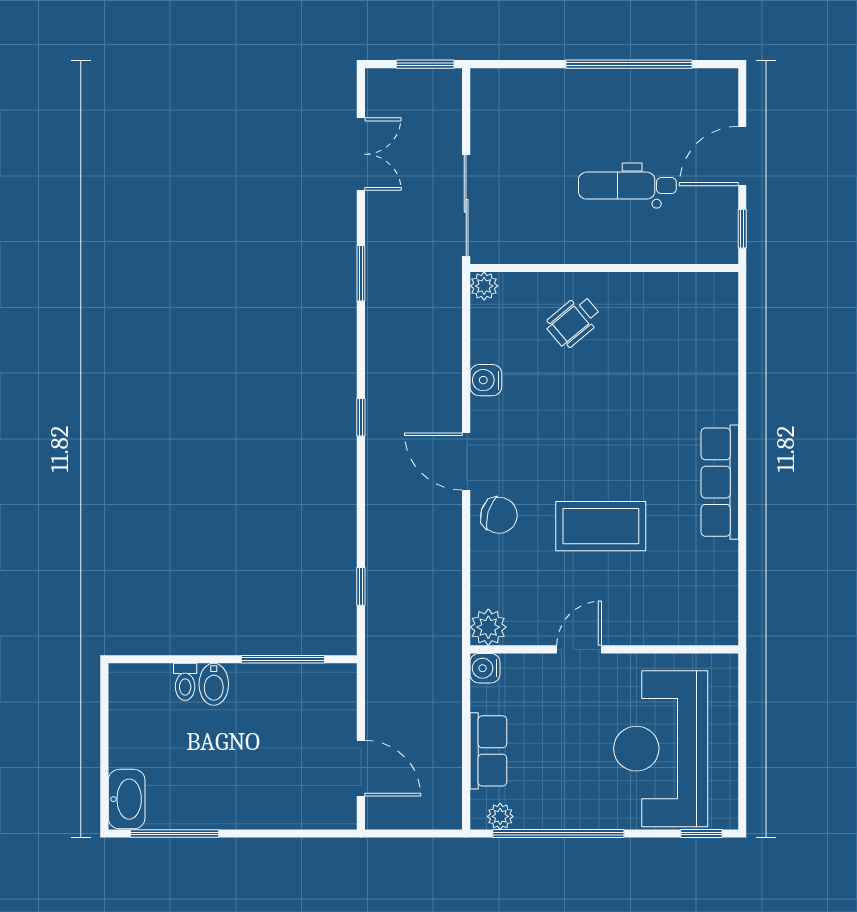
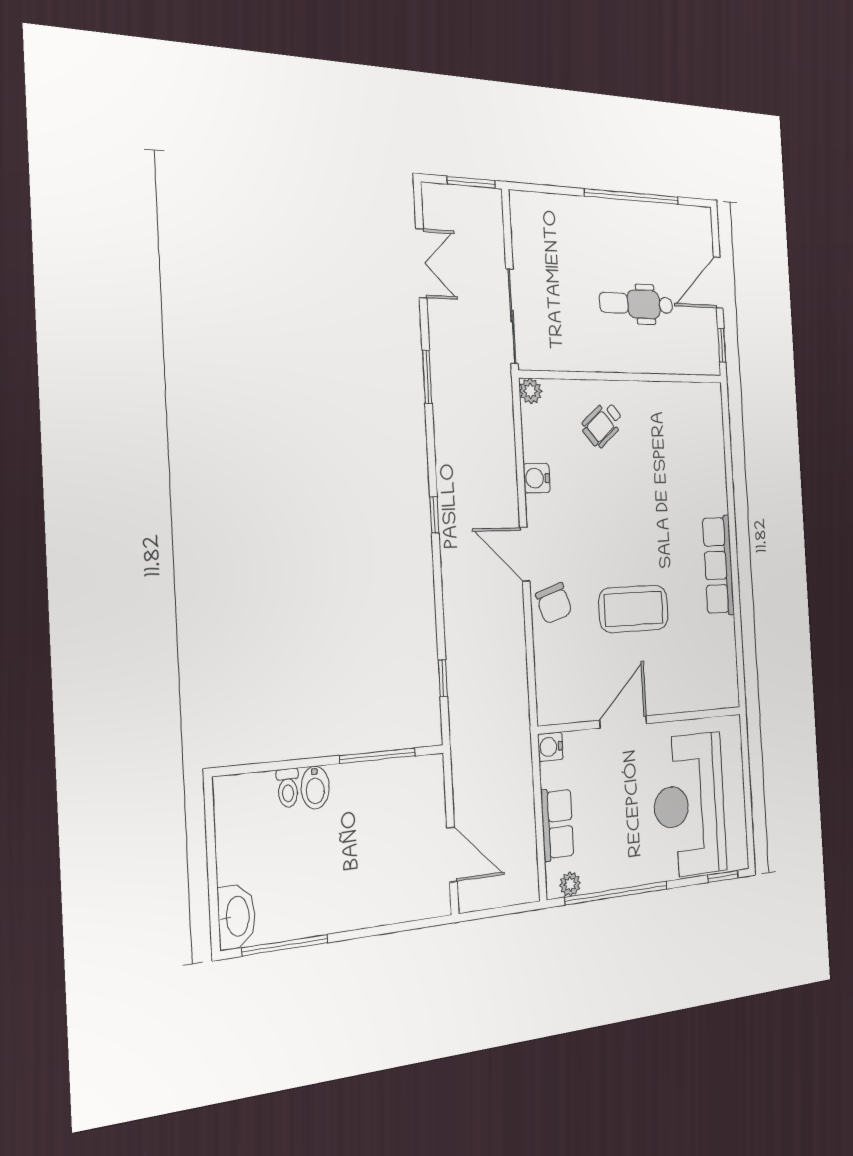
chair: (499, 515) -> (554, 603), turned 55
plant: (488, 627) -> (551, 708), removed
door: (579, 649) -> (623, 722), width x1.38

